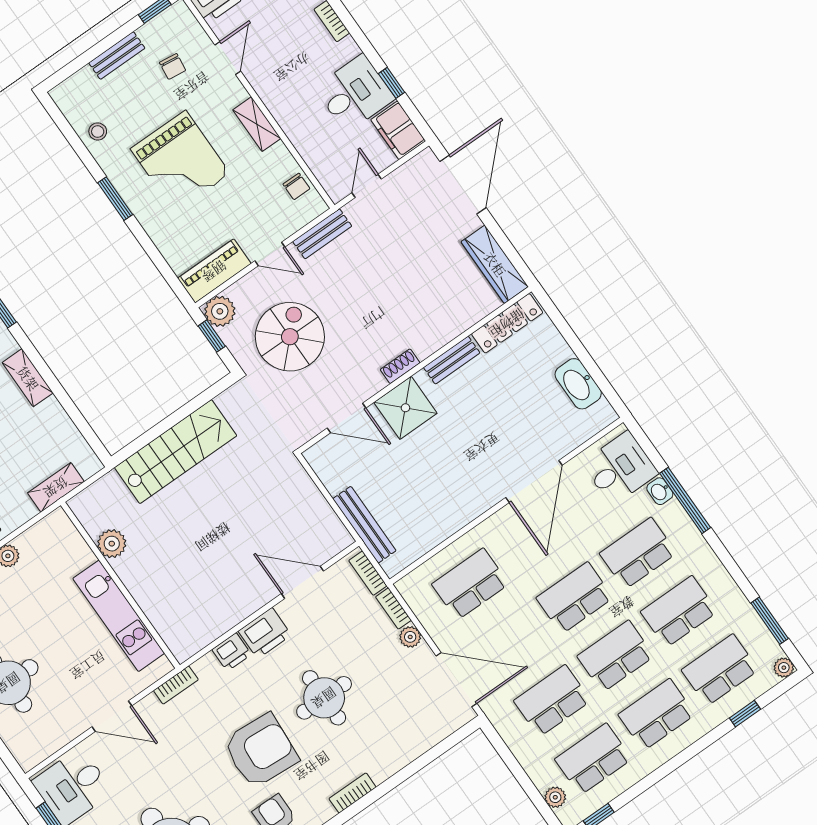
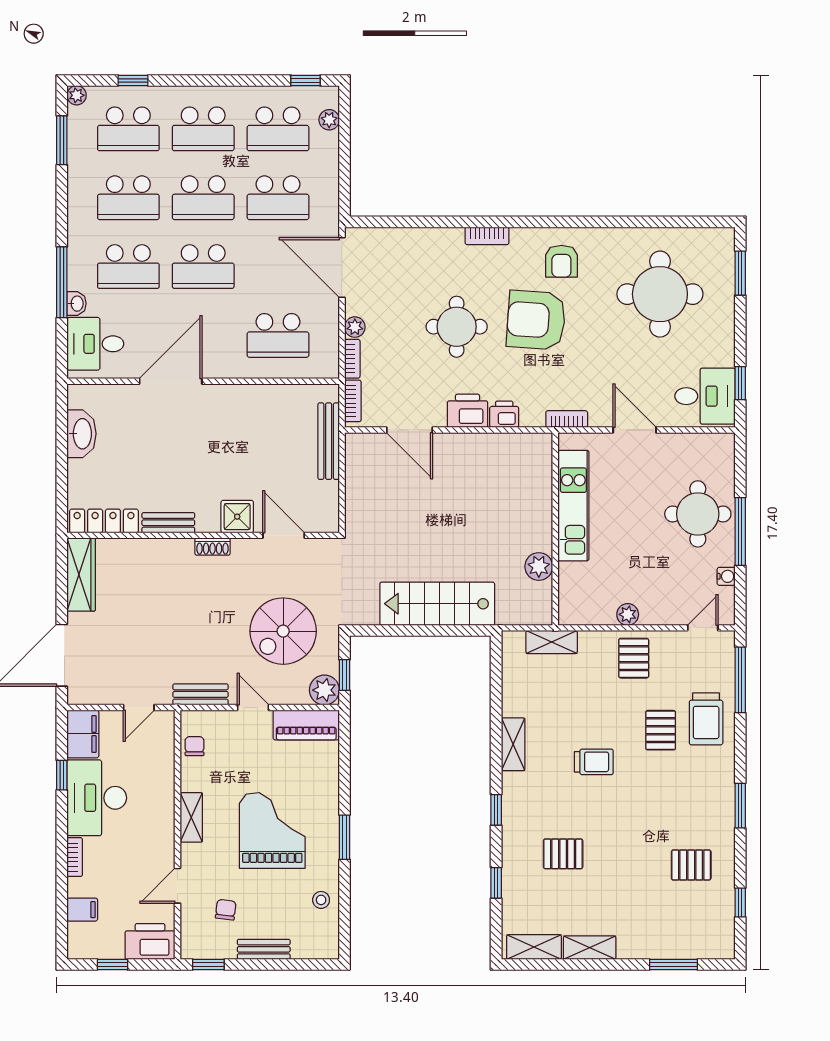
desk: (355, 93) -> (97, 798), width x1.37
shower: (405, 408) -> (237, 517), width x0.73, depth x0.73

